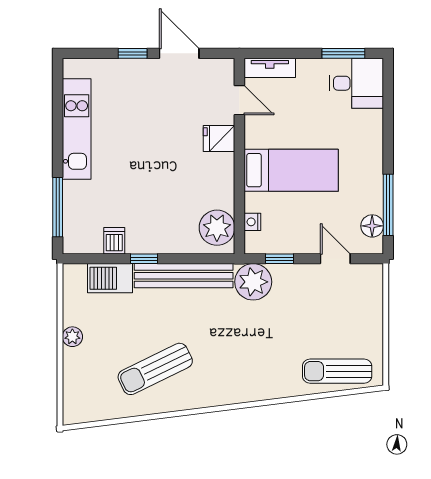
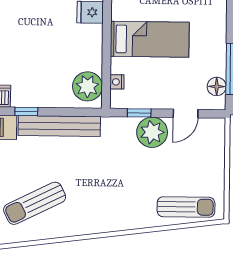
door: (335, 259) -> (186, 113), swing flipped
plant: (253, 282) -> (152, 132), moved
sun lounger: (337, 371) -> (186, 207), turned 180

